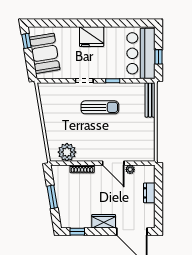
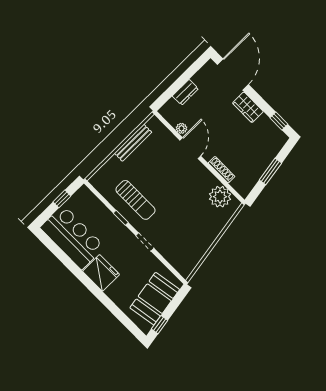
bar counter: (141, 53) -> (72, 237), moved, turned -90
bench: (150, 100) -> (133, 143), moved
sun lounger: (100, 107) -> (135, 200), moved, turned 180

